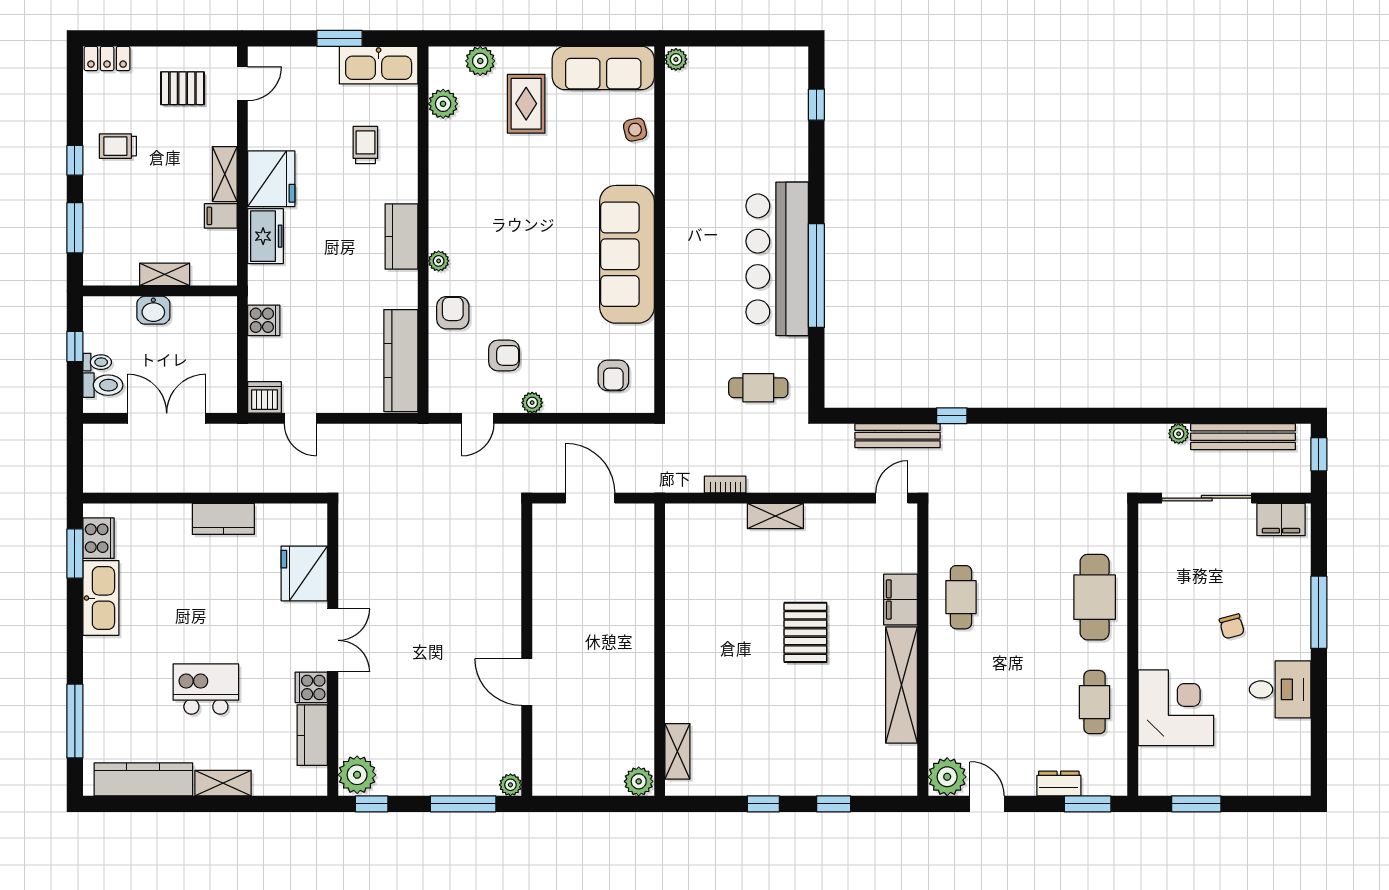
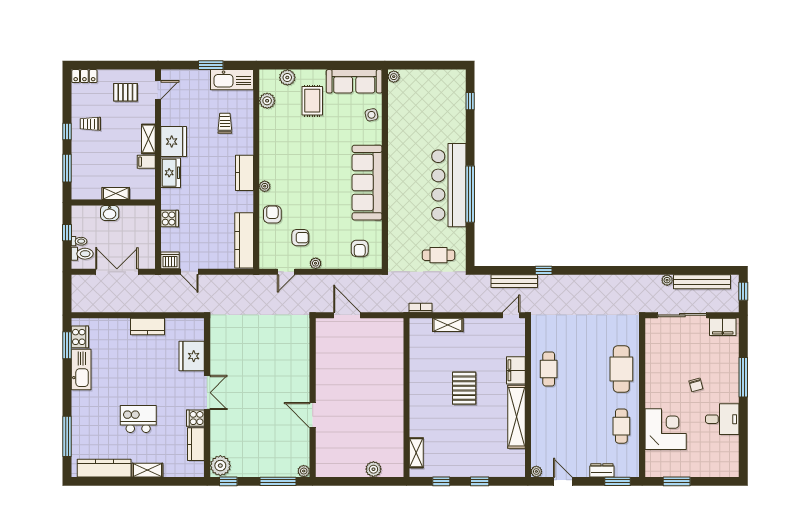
wall: (660, 650) -> (407, 398), moved
shelving: (677, 751) -> (416, 453), moved
plant: (947, 777) -> (536, 471), width x0.53, depth x0.53

